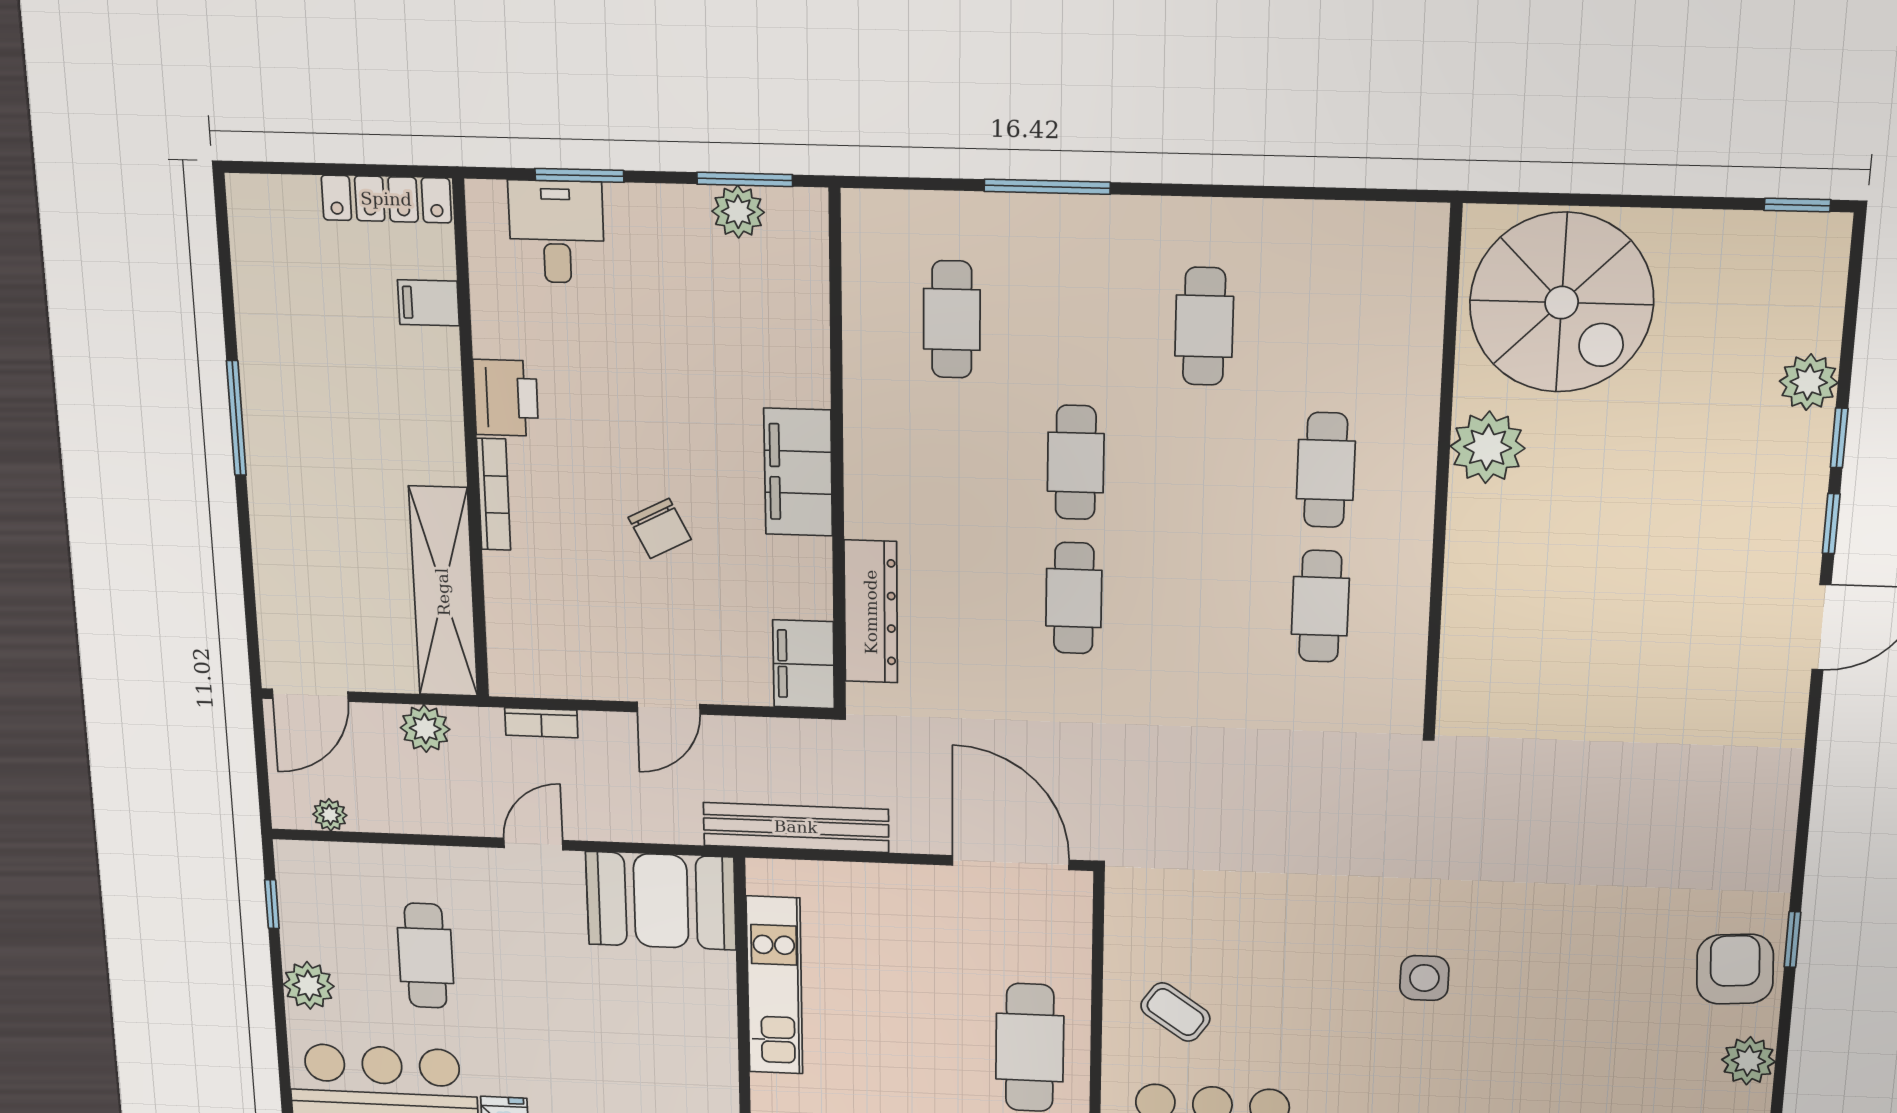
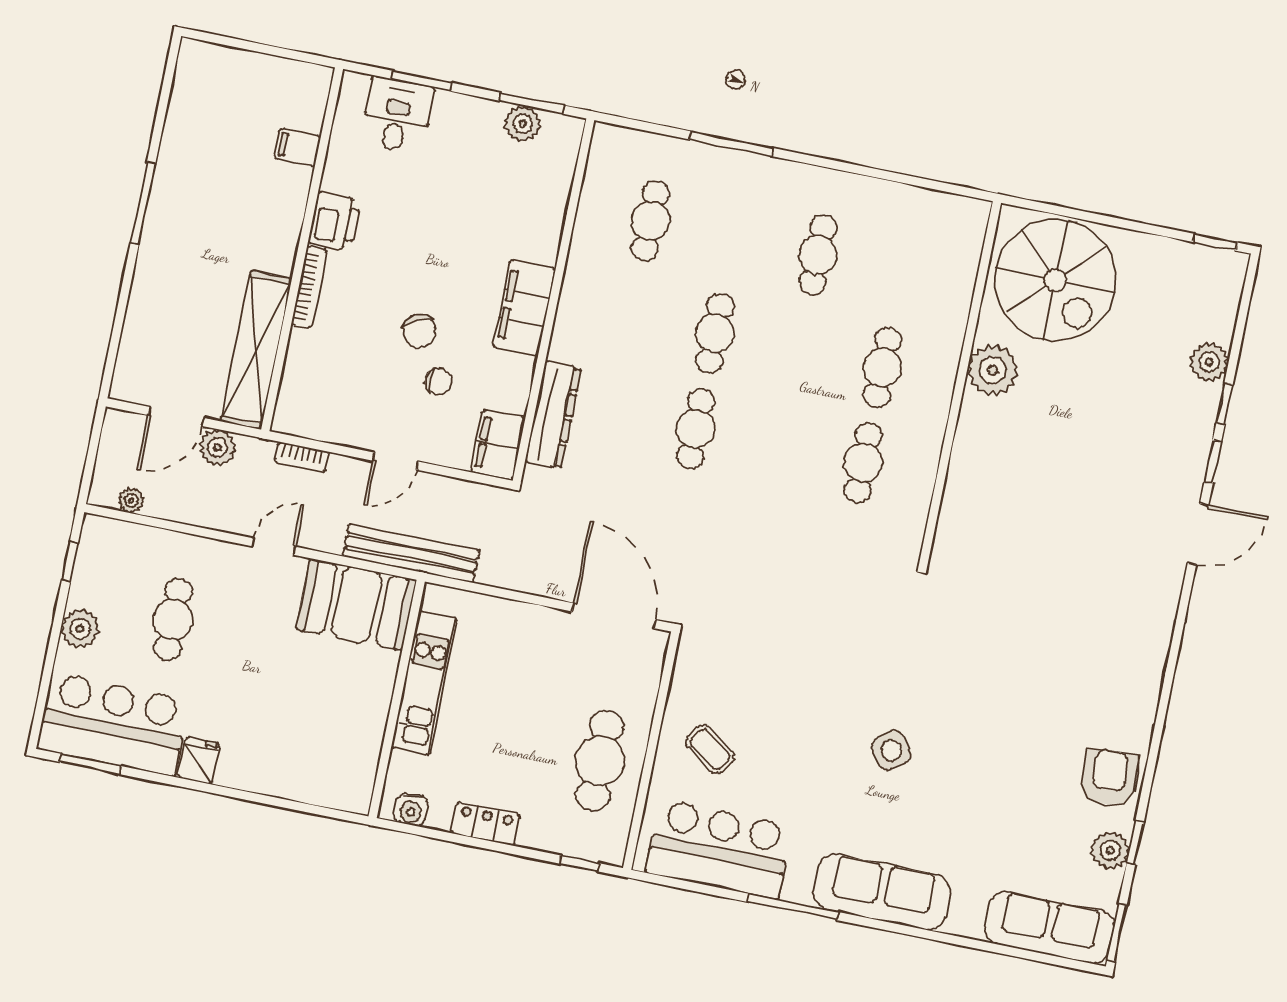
locker: (386, 199) -> (287, 73), removed
chair: (702, 592) -> (438, 381), added
door: (310, 695) -> (176, 417), moved
bench: (796, 827) -> (411, 553), moved
window: (1792, 940) -> (1135, 842), moved
side table: (1424, 978) -> (891, 750), turned -37

